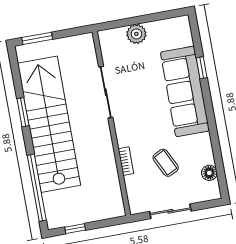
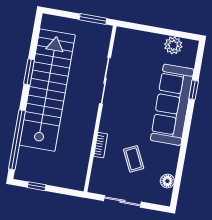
plant: (136, 34) -> (173, 45), moved
window: (37, 38) -> (93, 19), moved

